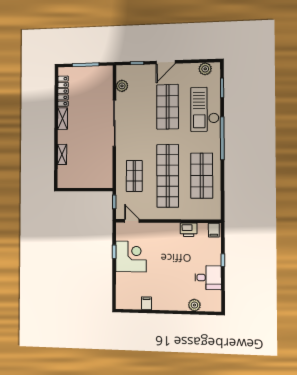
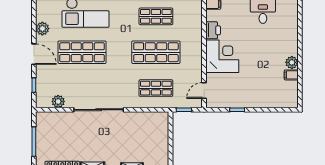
plant: (205, 69) -> (42, 29), moved
shop shelf: (168, 176) -> (156, 52), width x0.71
shop shelf: (202, 176) -> (156, 16), width x0.70, depth x0.74
corner desk: (131, 256) -> (222, 56), moved, turned 90
plant: (194, 305) -> (292, 62), moved

